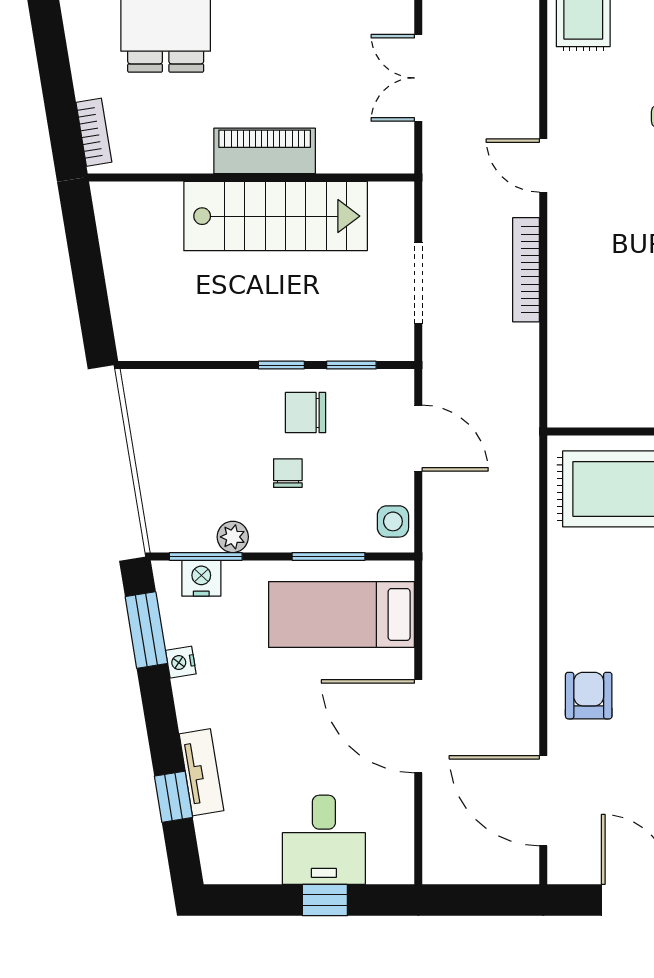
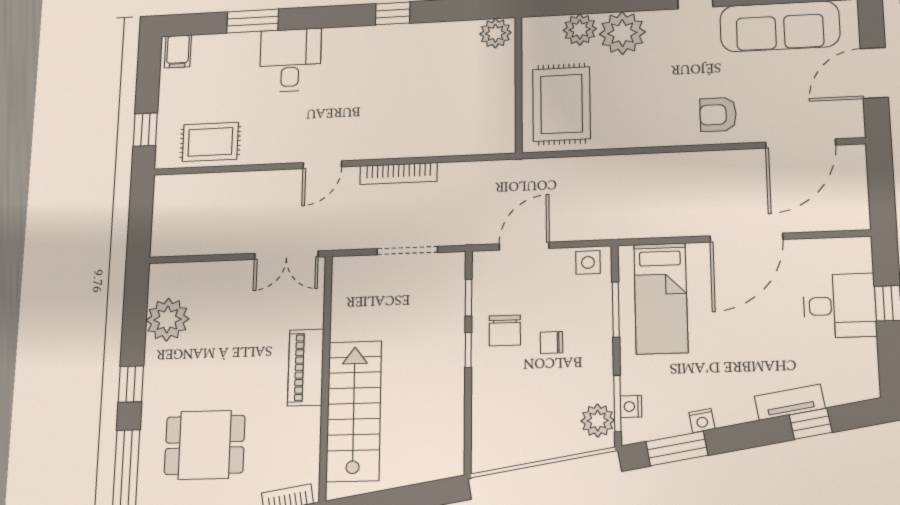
double door: (418, 78) -> (286, 255), moved
stairs: (276, 216) -> (354, 411), moved
plant: (233, 537) -> (598, 421), moved, width x1.38, depth x1.38
nightstand: (201, 578) -> (631, 407), width x0.72, depth x0.74

